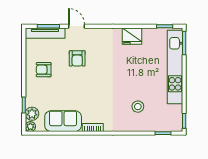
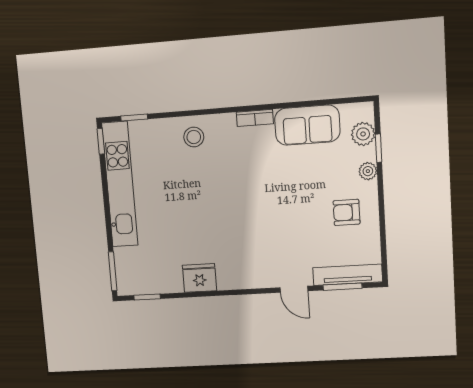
armchair: (77, 58) -> (289, 235), removed
kitchen unit: (175, 67) -> (120, 184), moved
armchair: (44, 70) -> (347, 212), turned 180
stool: (138, 107) -> (194, 137), moved
plant: (30, 127) -> (368, 171), moved

